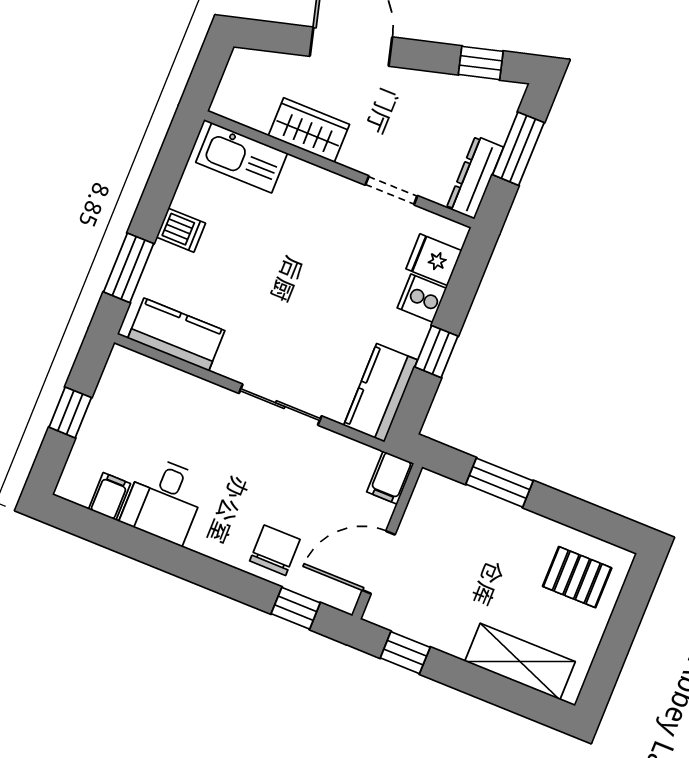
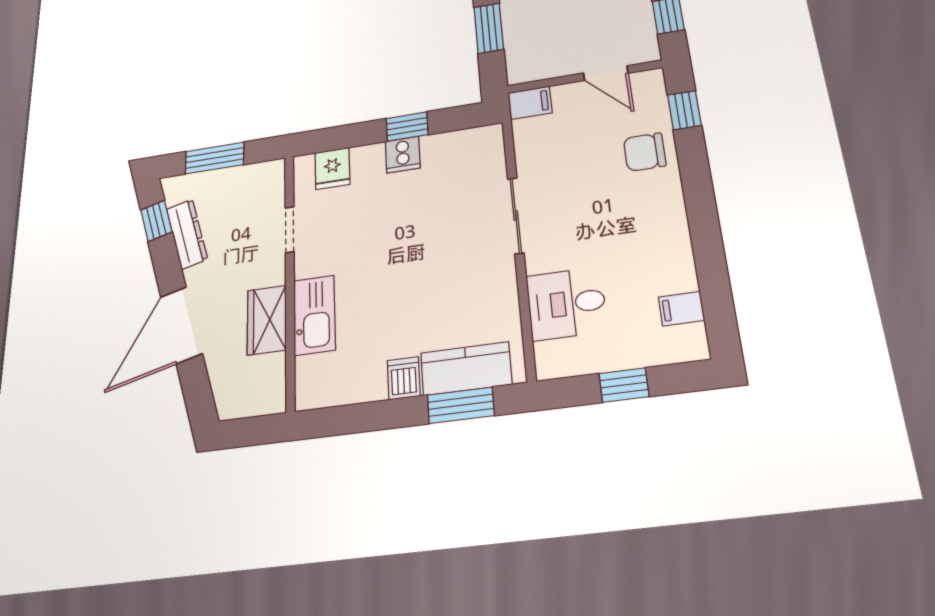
kitchen sink: (242, 158) -> (314, 315), moved
dresser: (475, 177) -> (187, 234), moved, turned -105
cooker: (422, 298) -> (403, 155), moved
kitchen counter: (176, 334) -> (466, 369), moved, turned 90
kitchen counter: (381, 393) -> (463, 147), removed
desk: (164, 500) -> (566, 304), moved, turned 180
door: (379, 562) -> (606, 73), width x0.73

